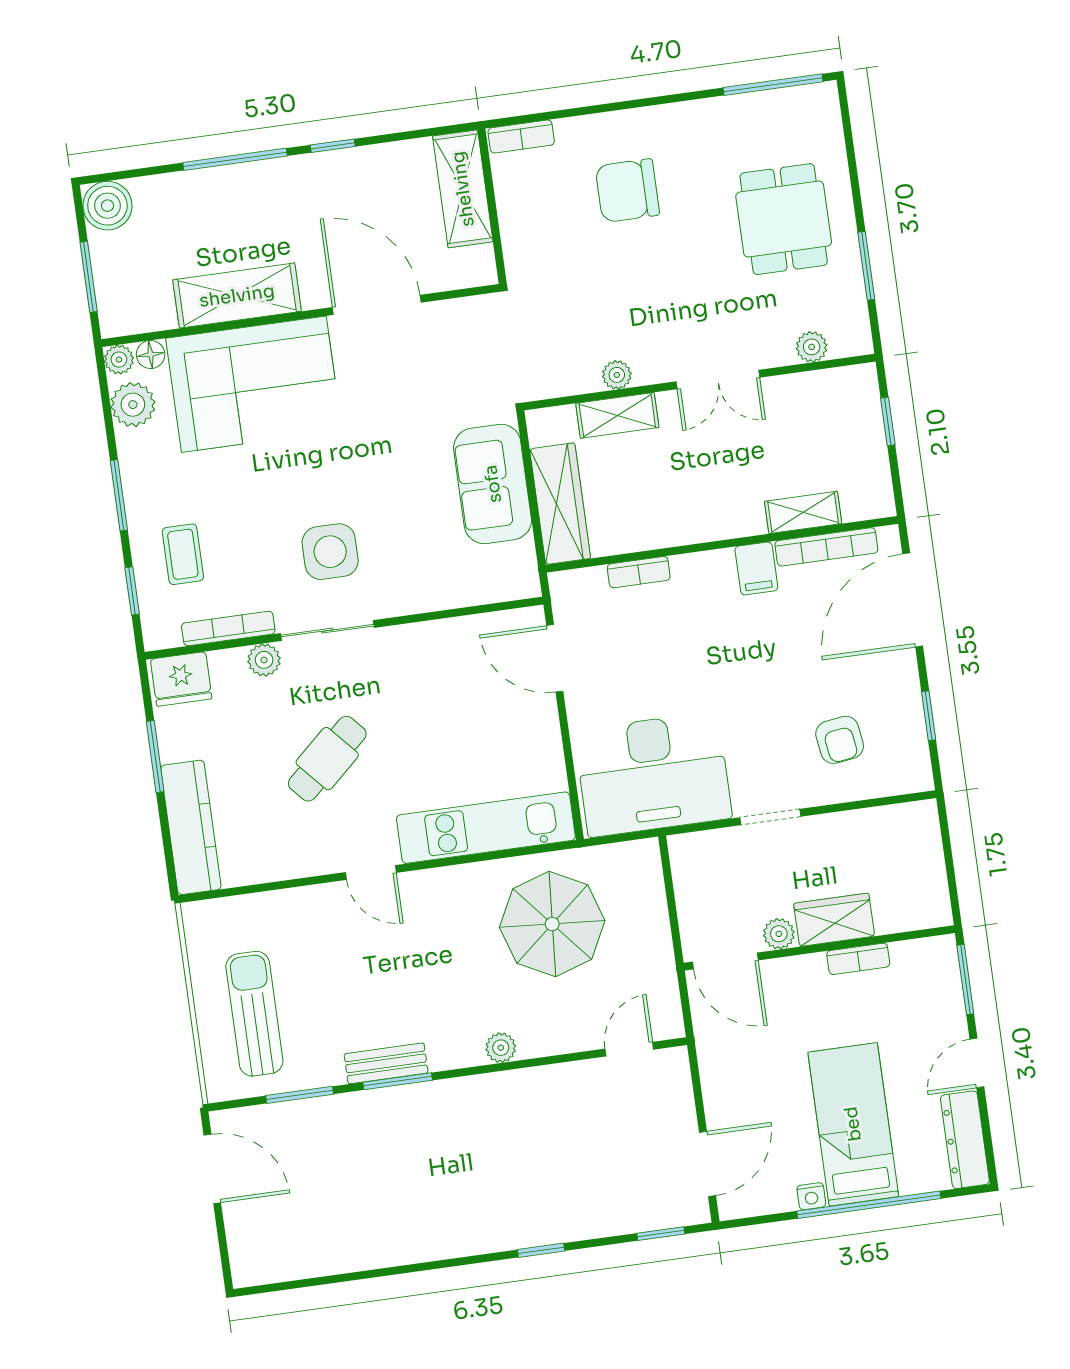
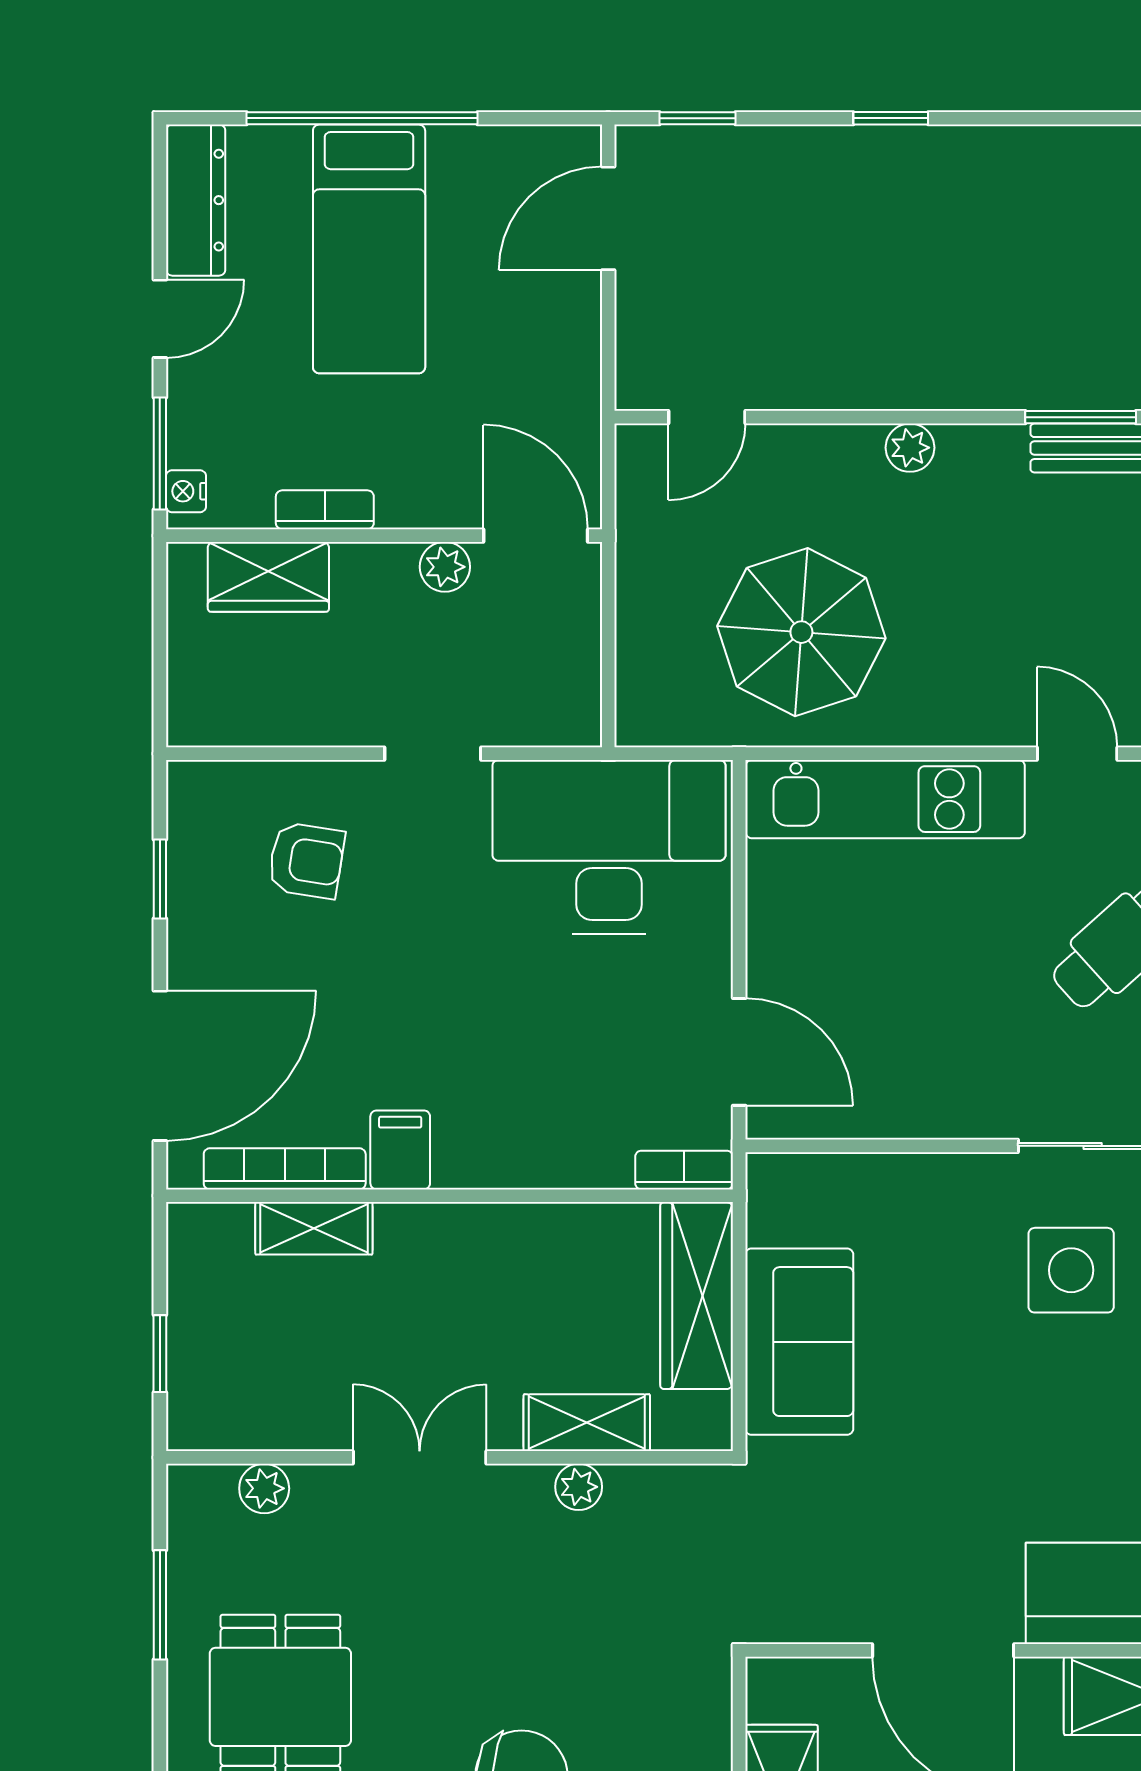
bookcase: (639, 572) -> (684, 1170), moved
armchair: (840, 740) -> (306, 860), turned 107
wardrobe: (834, 920) -> (268, 577), moved
nightstand: (811, 1196) -> (186, 491), moved, turned -90

